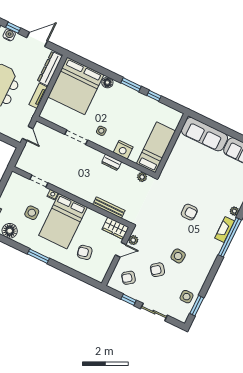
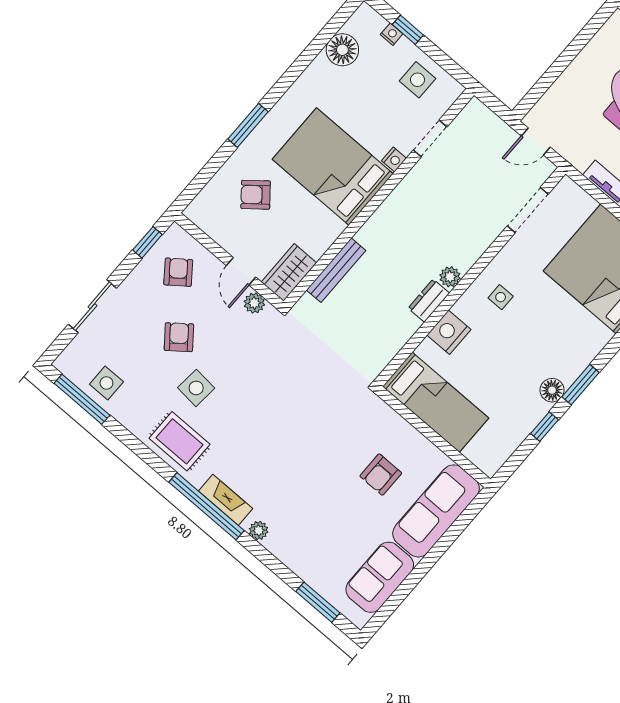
floor lamp: (107, 82) -> (552, 390), moved
doorway: (76, 137) -> (528, 210), moved
plant: (142, 177) -> (450, 277), moved
armchair: (189, 212) -> (381, 475), moved
side table: (32, 213) -> (417, 80), moved
armchair: (85, 252) -> (256, 195), turned -118
window: (38, 256) -> (248, 125), moved
rug: (204, 257) -> (179, 441), added
window: (129, 300) -> (147, 242), moved
window: (197, 306) -> (82, 399), width x1.44

